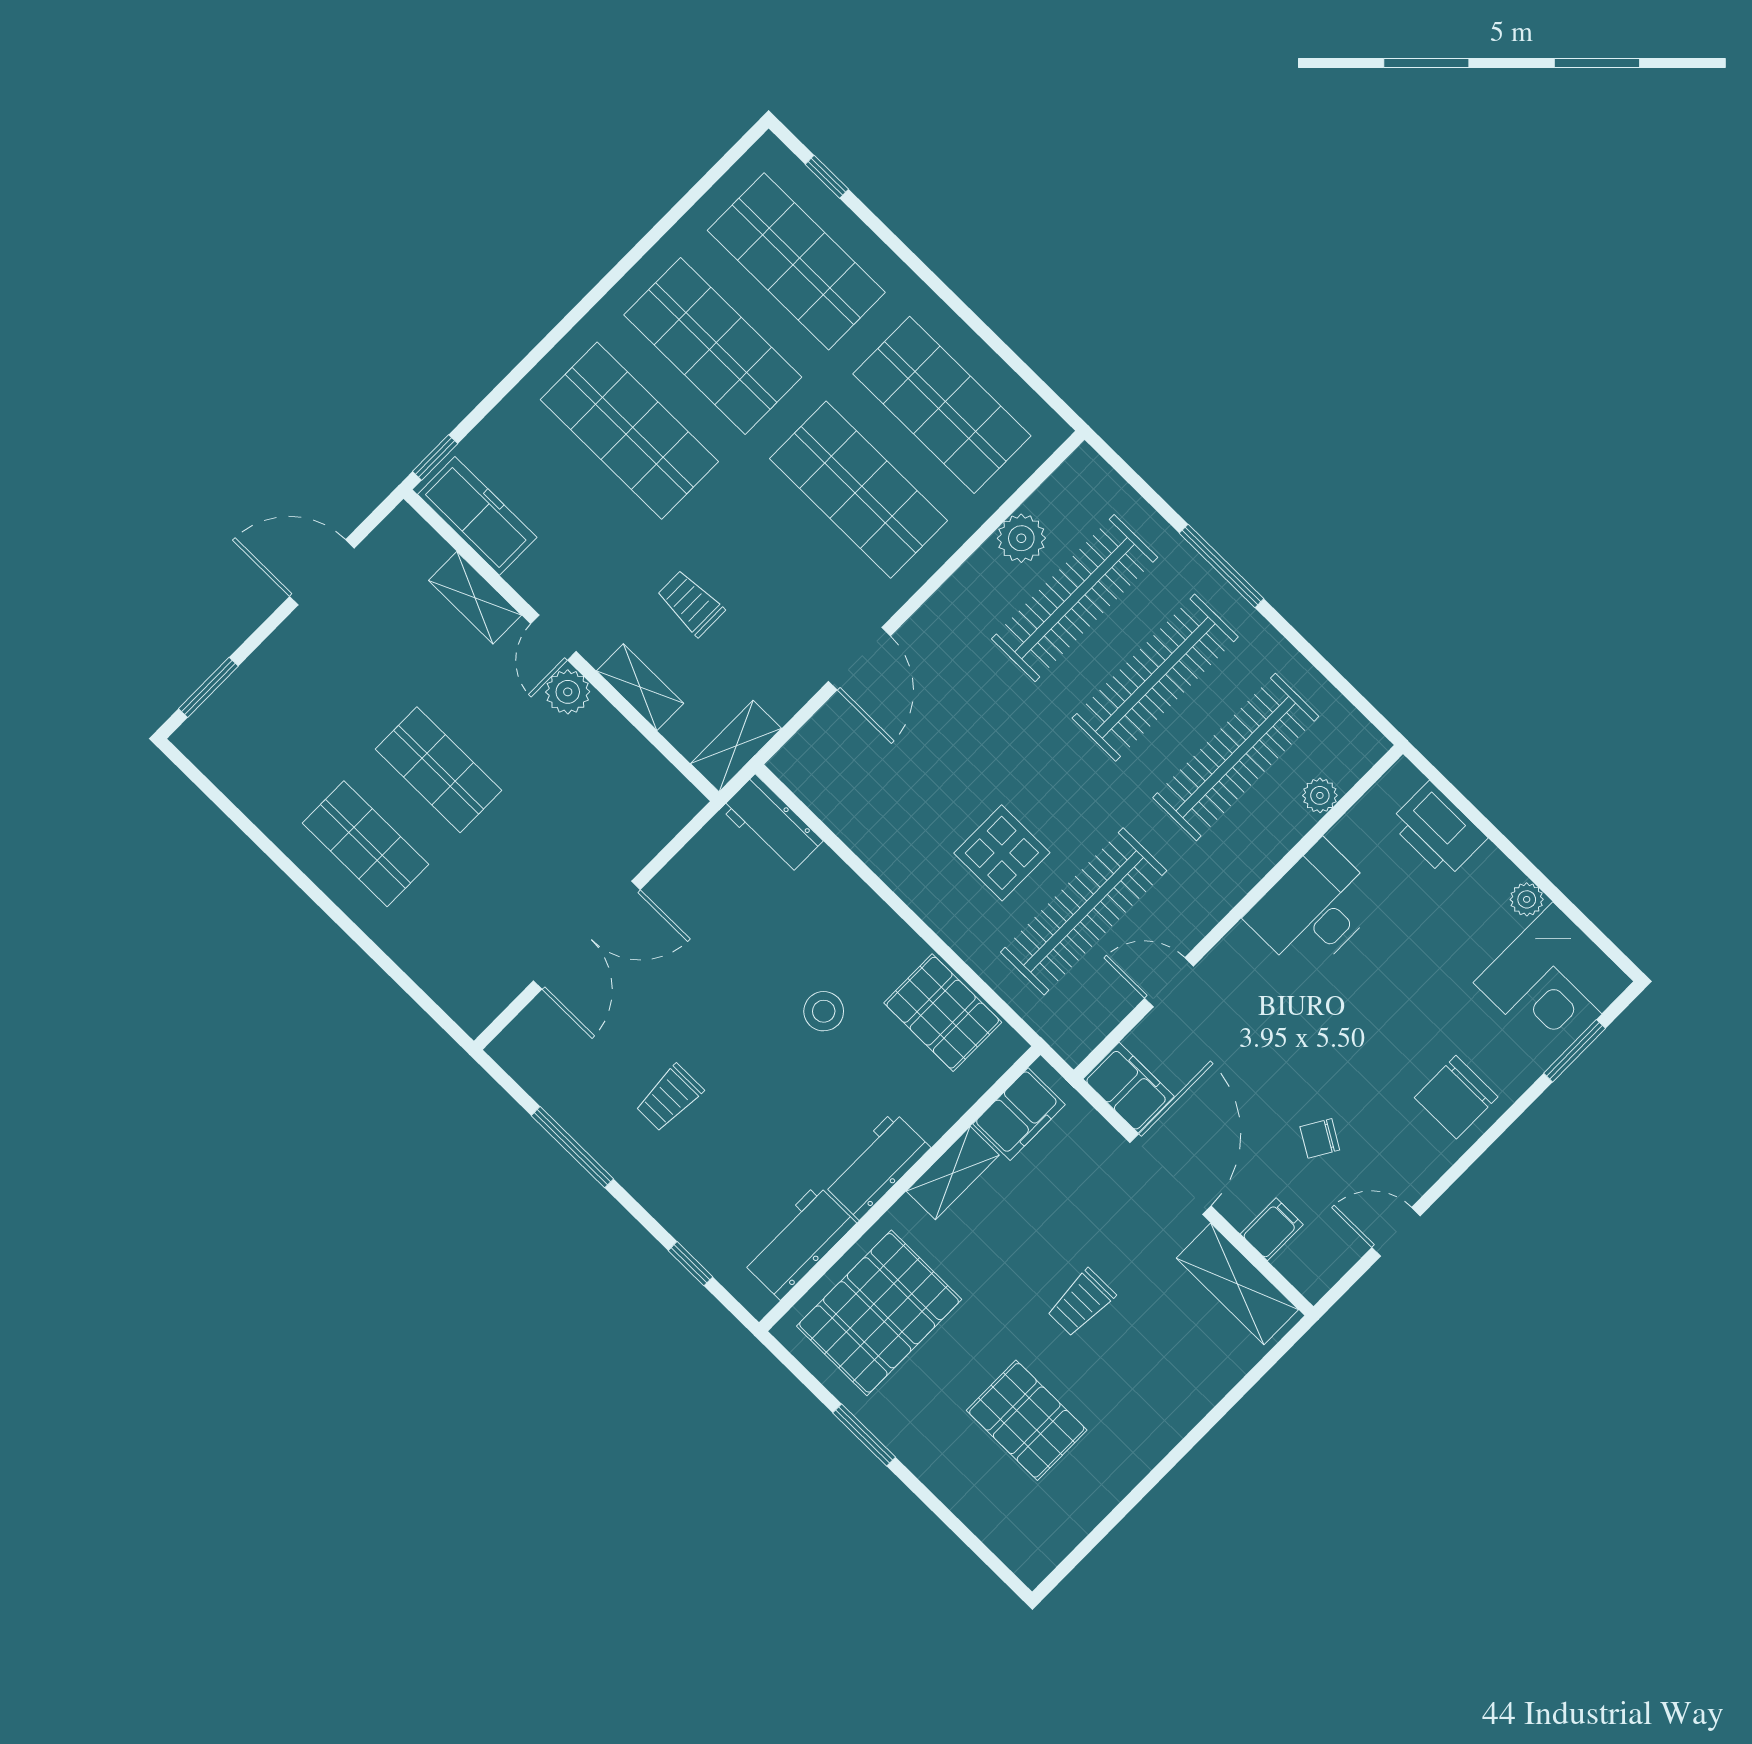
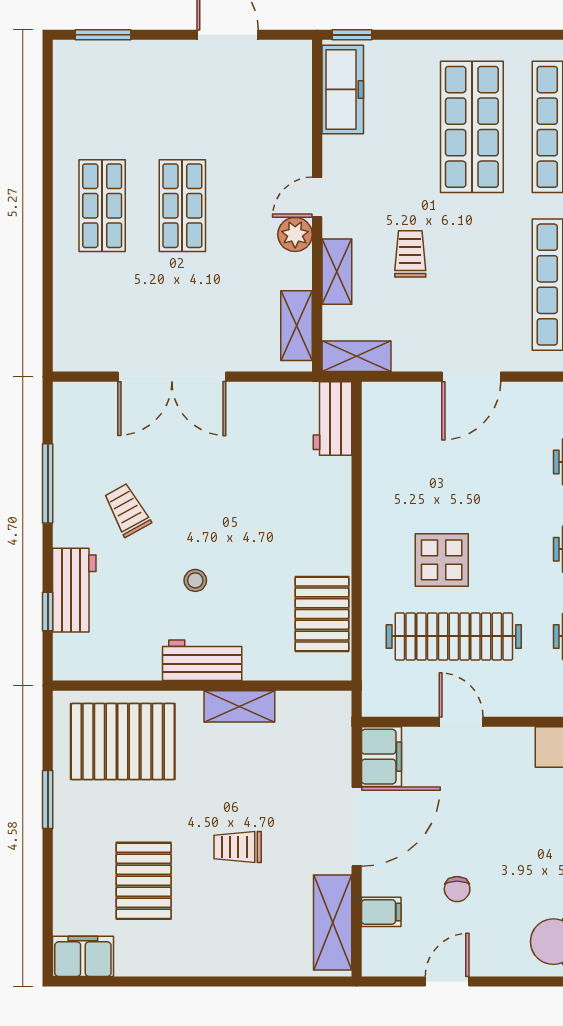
shelving: (475, 598) -> (296, 326), moved
stool: (824, 1011) -> (195, 580), moved, width x0.73, depth x0.73
trolley: (669, 1098) -> (127, 510), turned 61
filing cabinet: (1019, 1114) -> (83, 956), moved, turned 180
chair: (1320, 1138) -> (457, 889), turned -121
door: (1396, 1232) -> (447, 982), hinge flipped
workbench: (798, 1242) -> (74, 590), moved, turned 90

